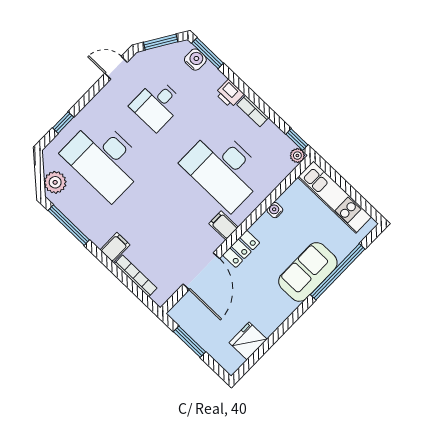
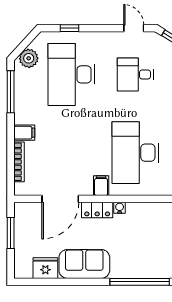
water cooler: (275, 210) -> (120, 208), moved
sofa: (308, 272) -> (84, 264), moved

